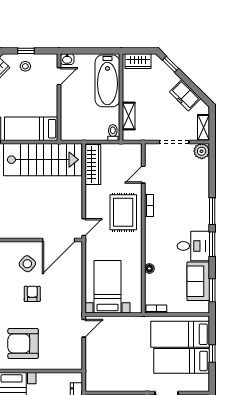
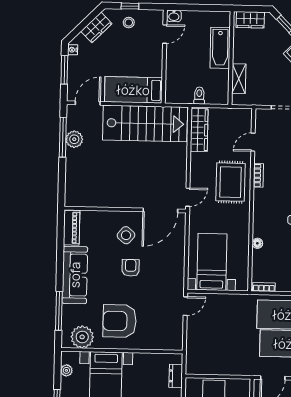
bathtub: (107, 81) -> (220, 48), width x0.73, depth x0.73
toilet: (113, 133) -> (199, 96), moved

